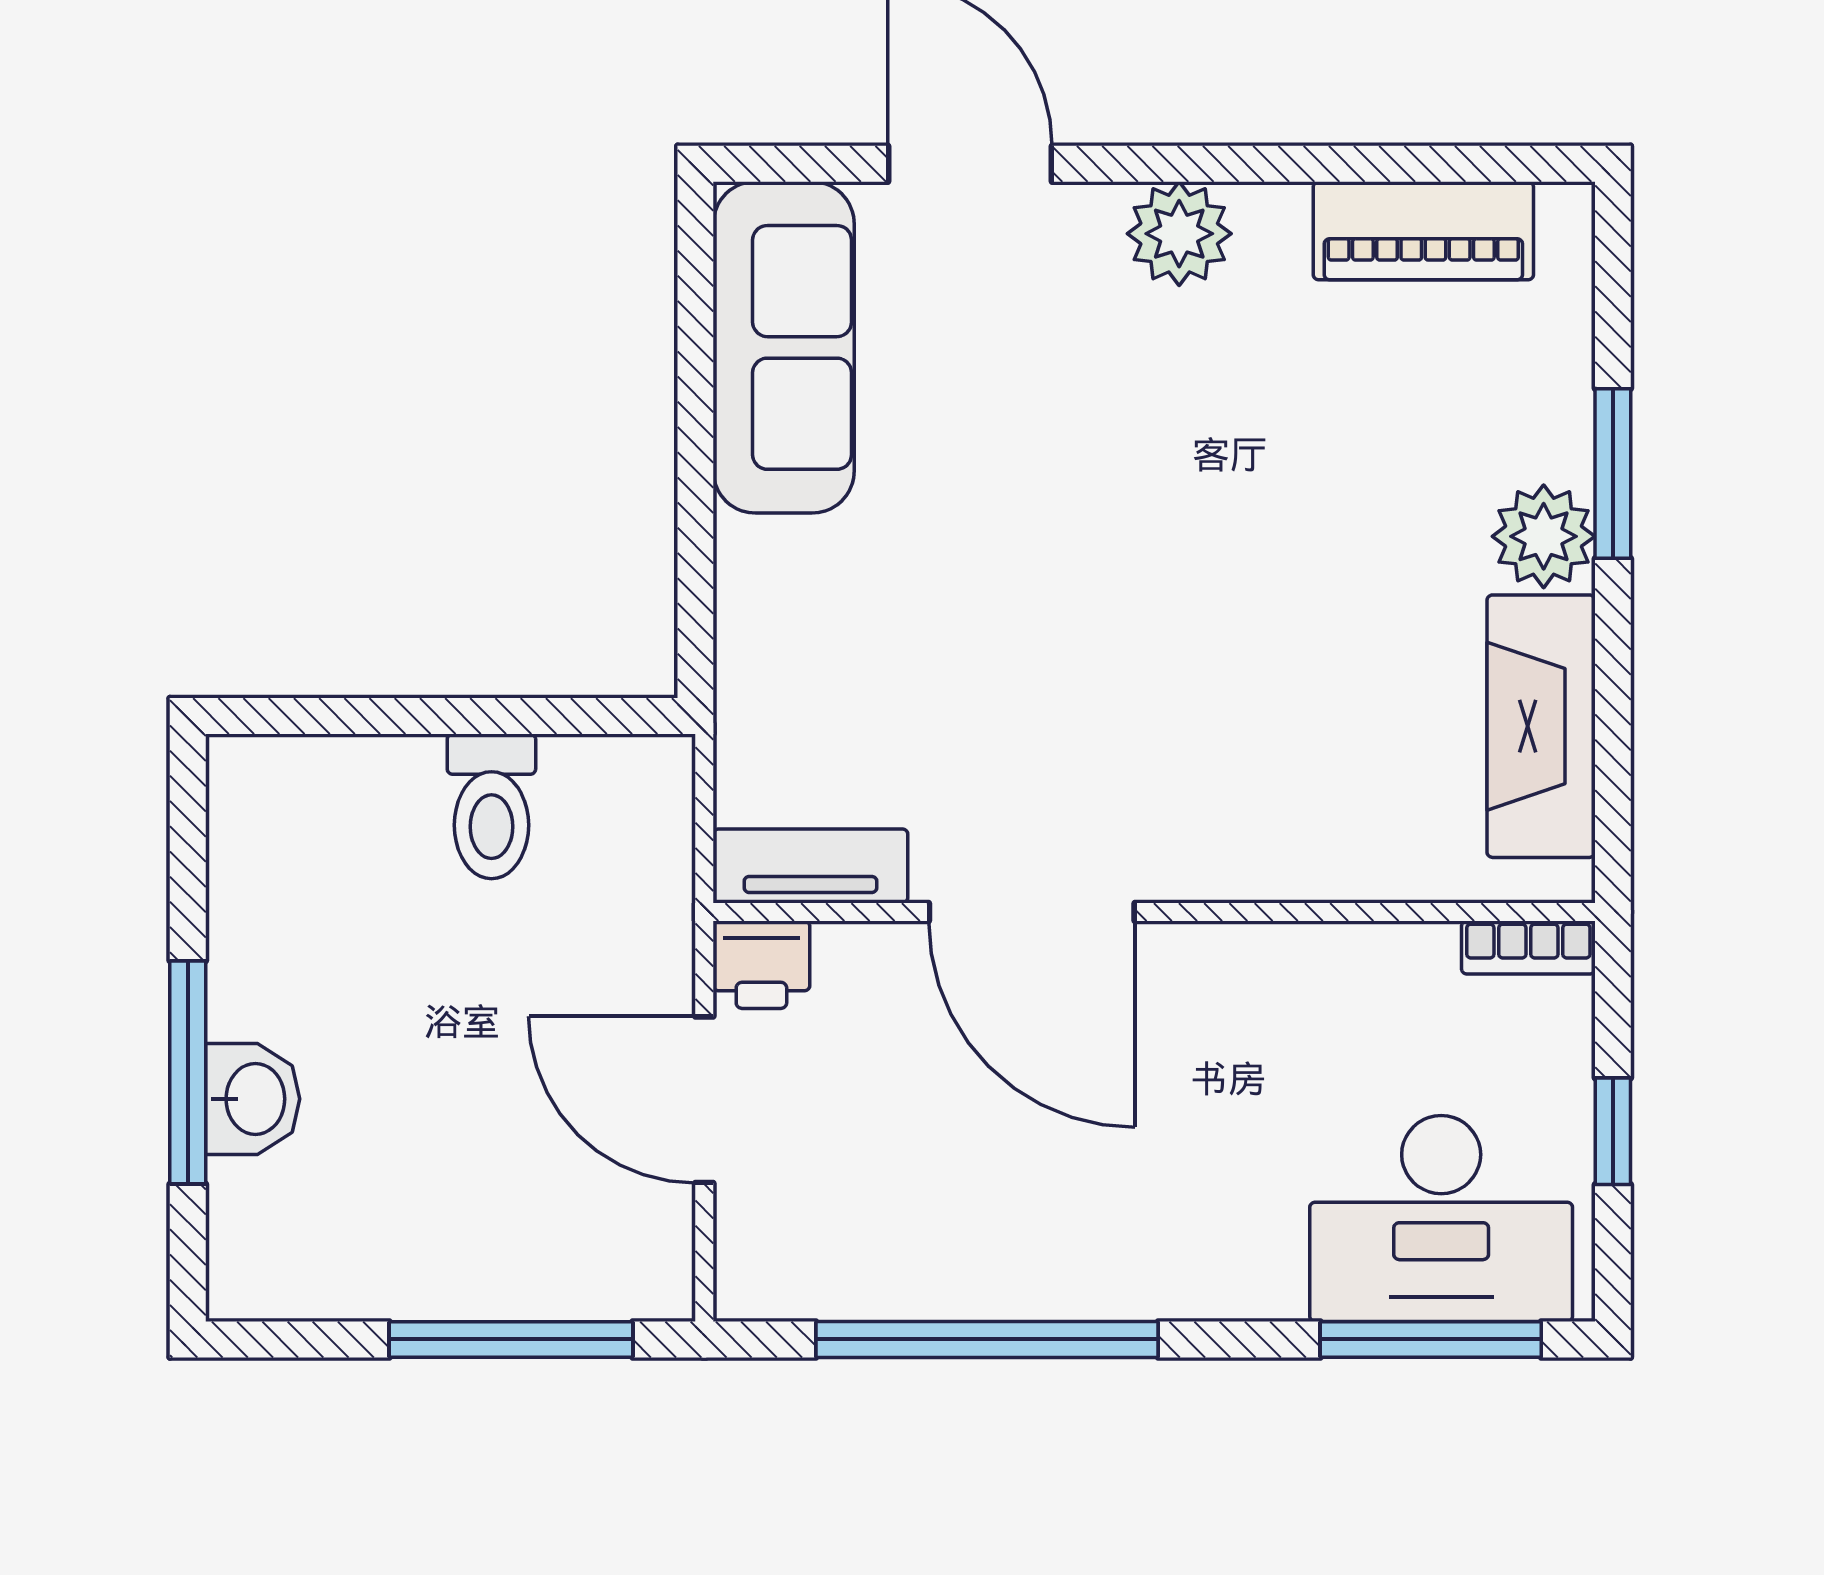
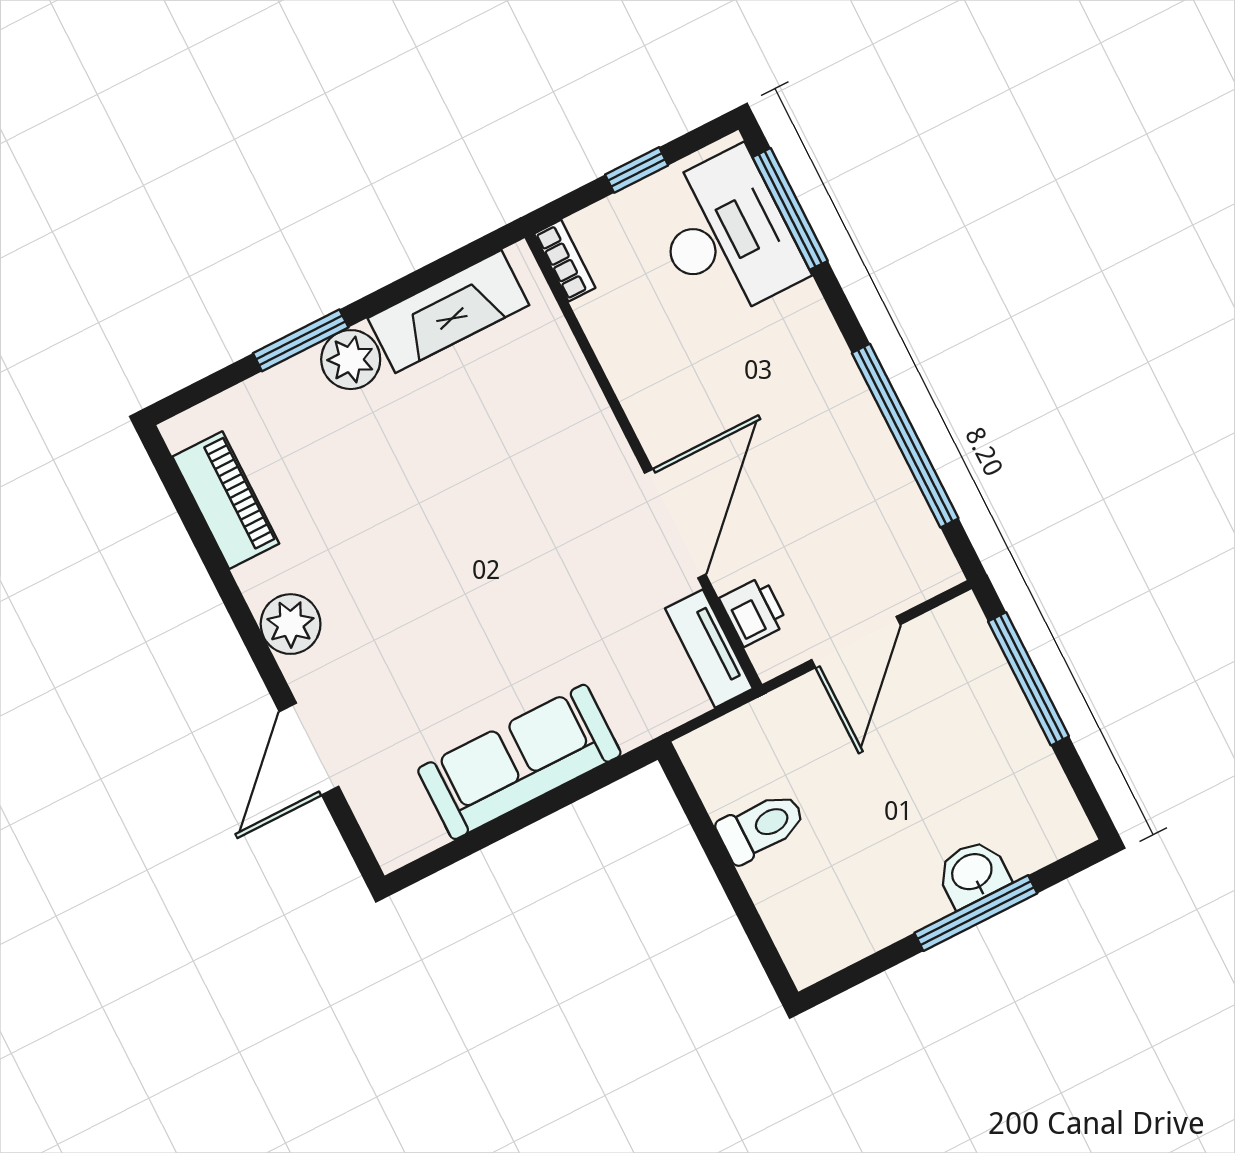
sofa: (784, 347) -> (519, 762), moved
printer: (761, 965) -> (754, 611), moved

